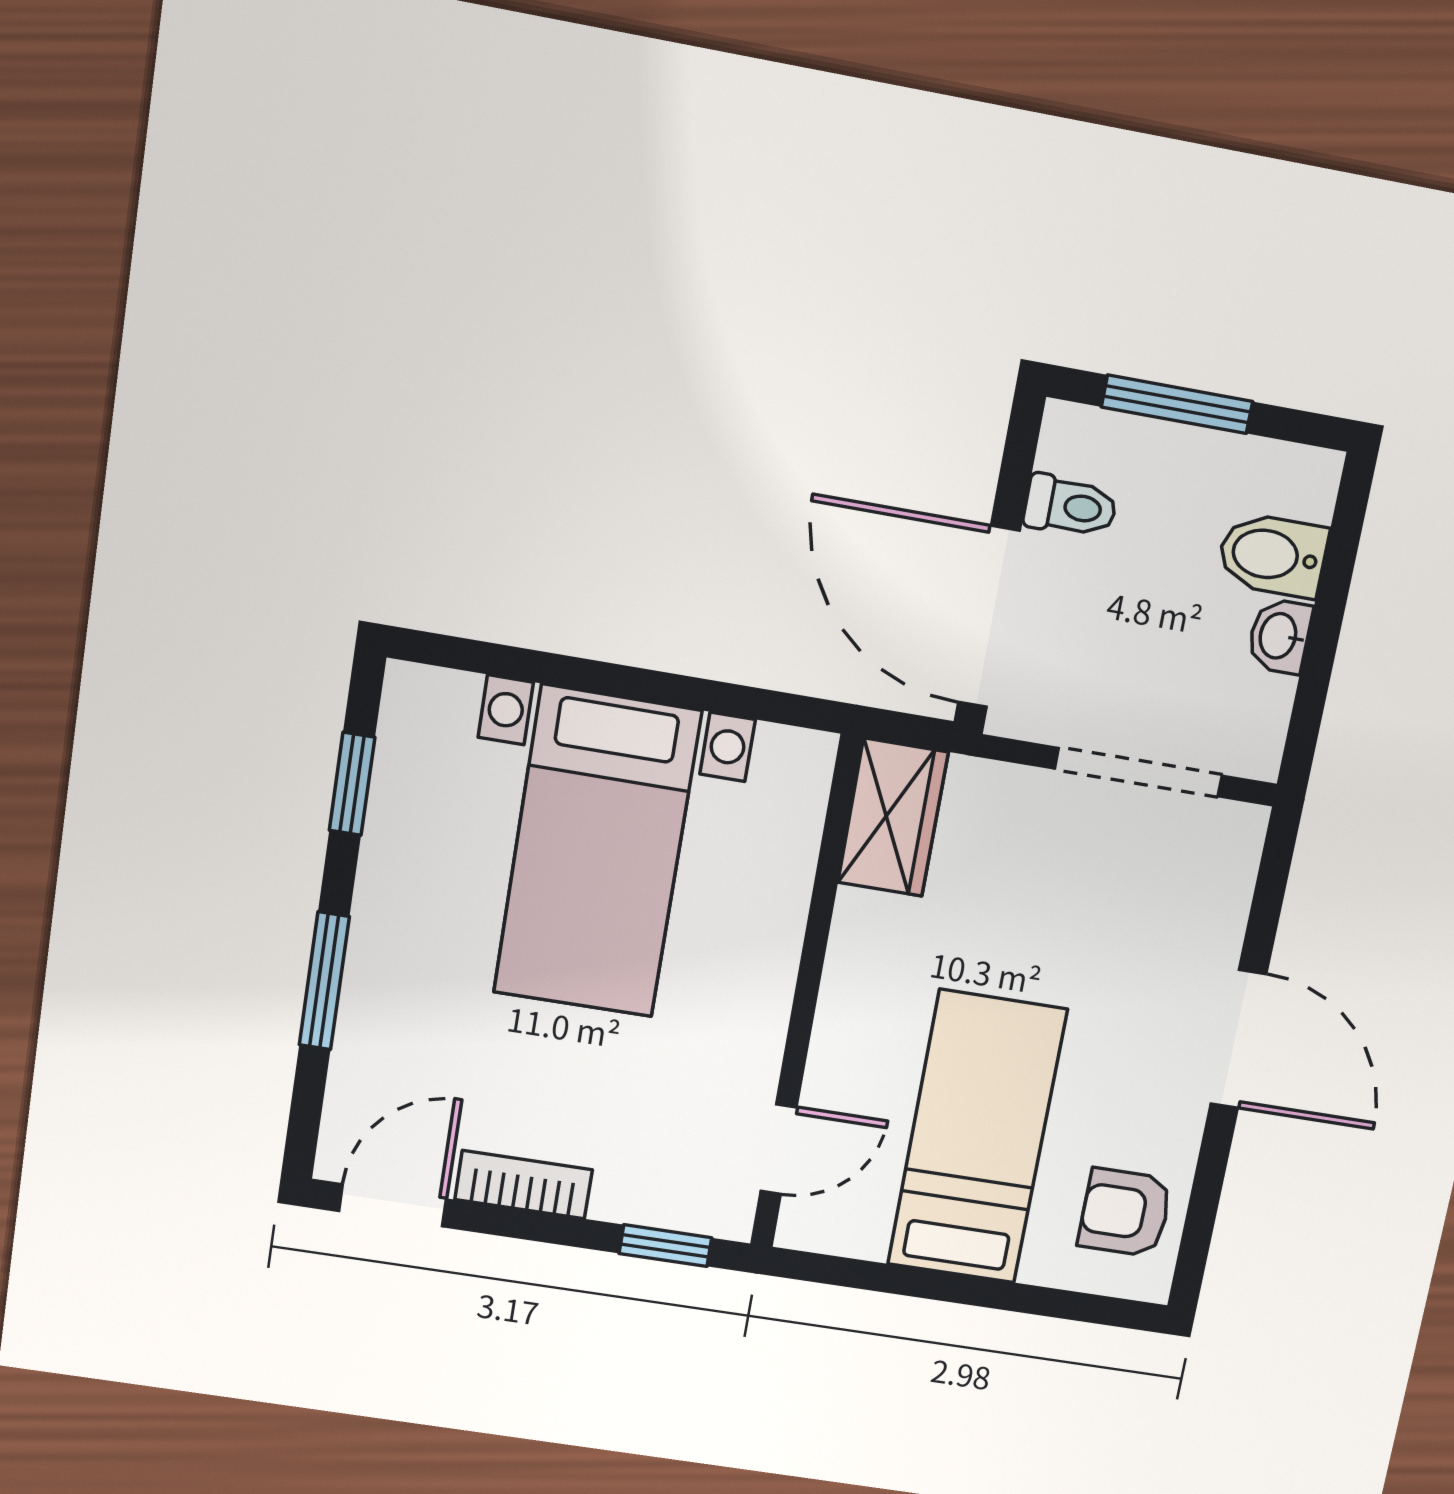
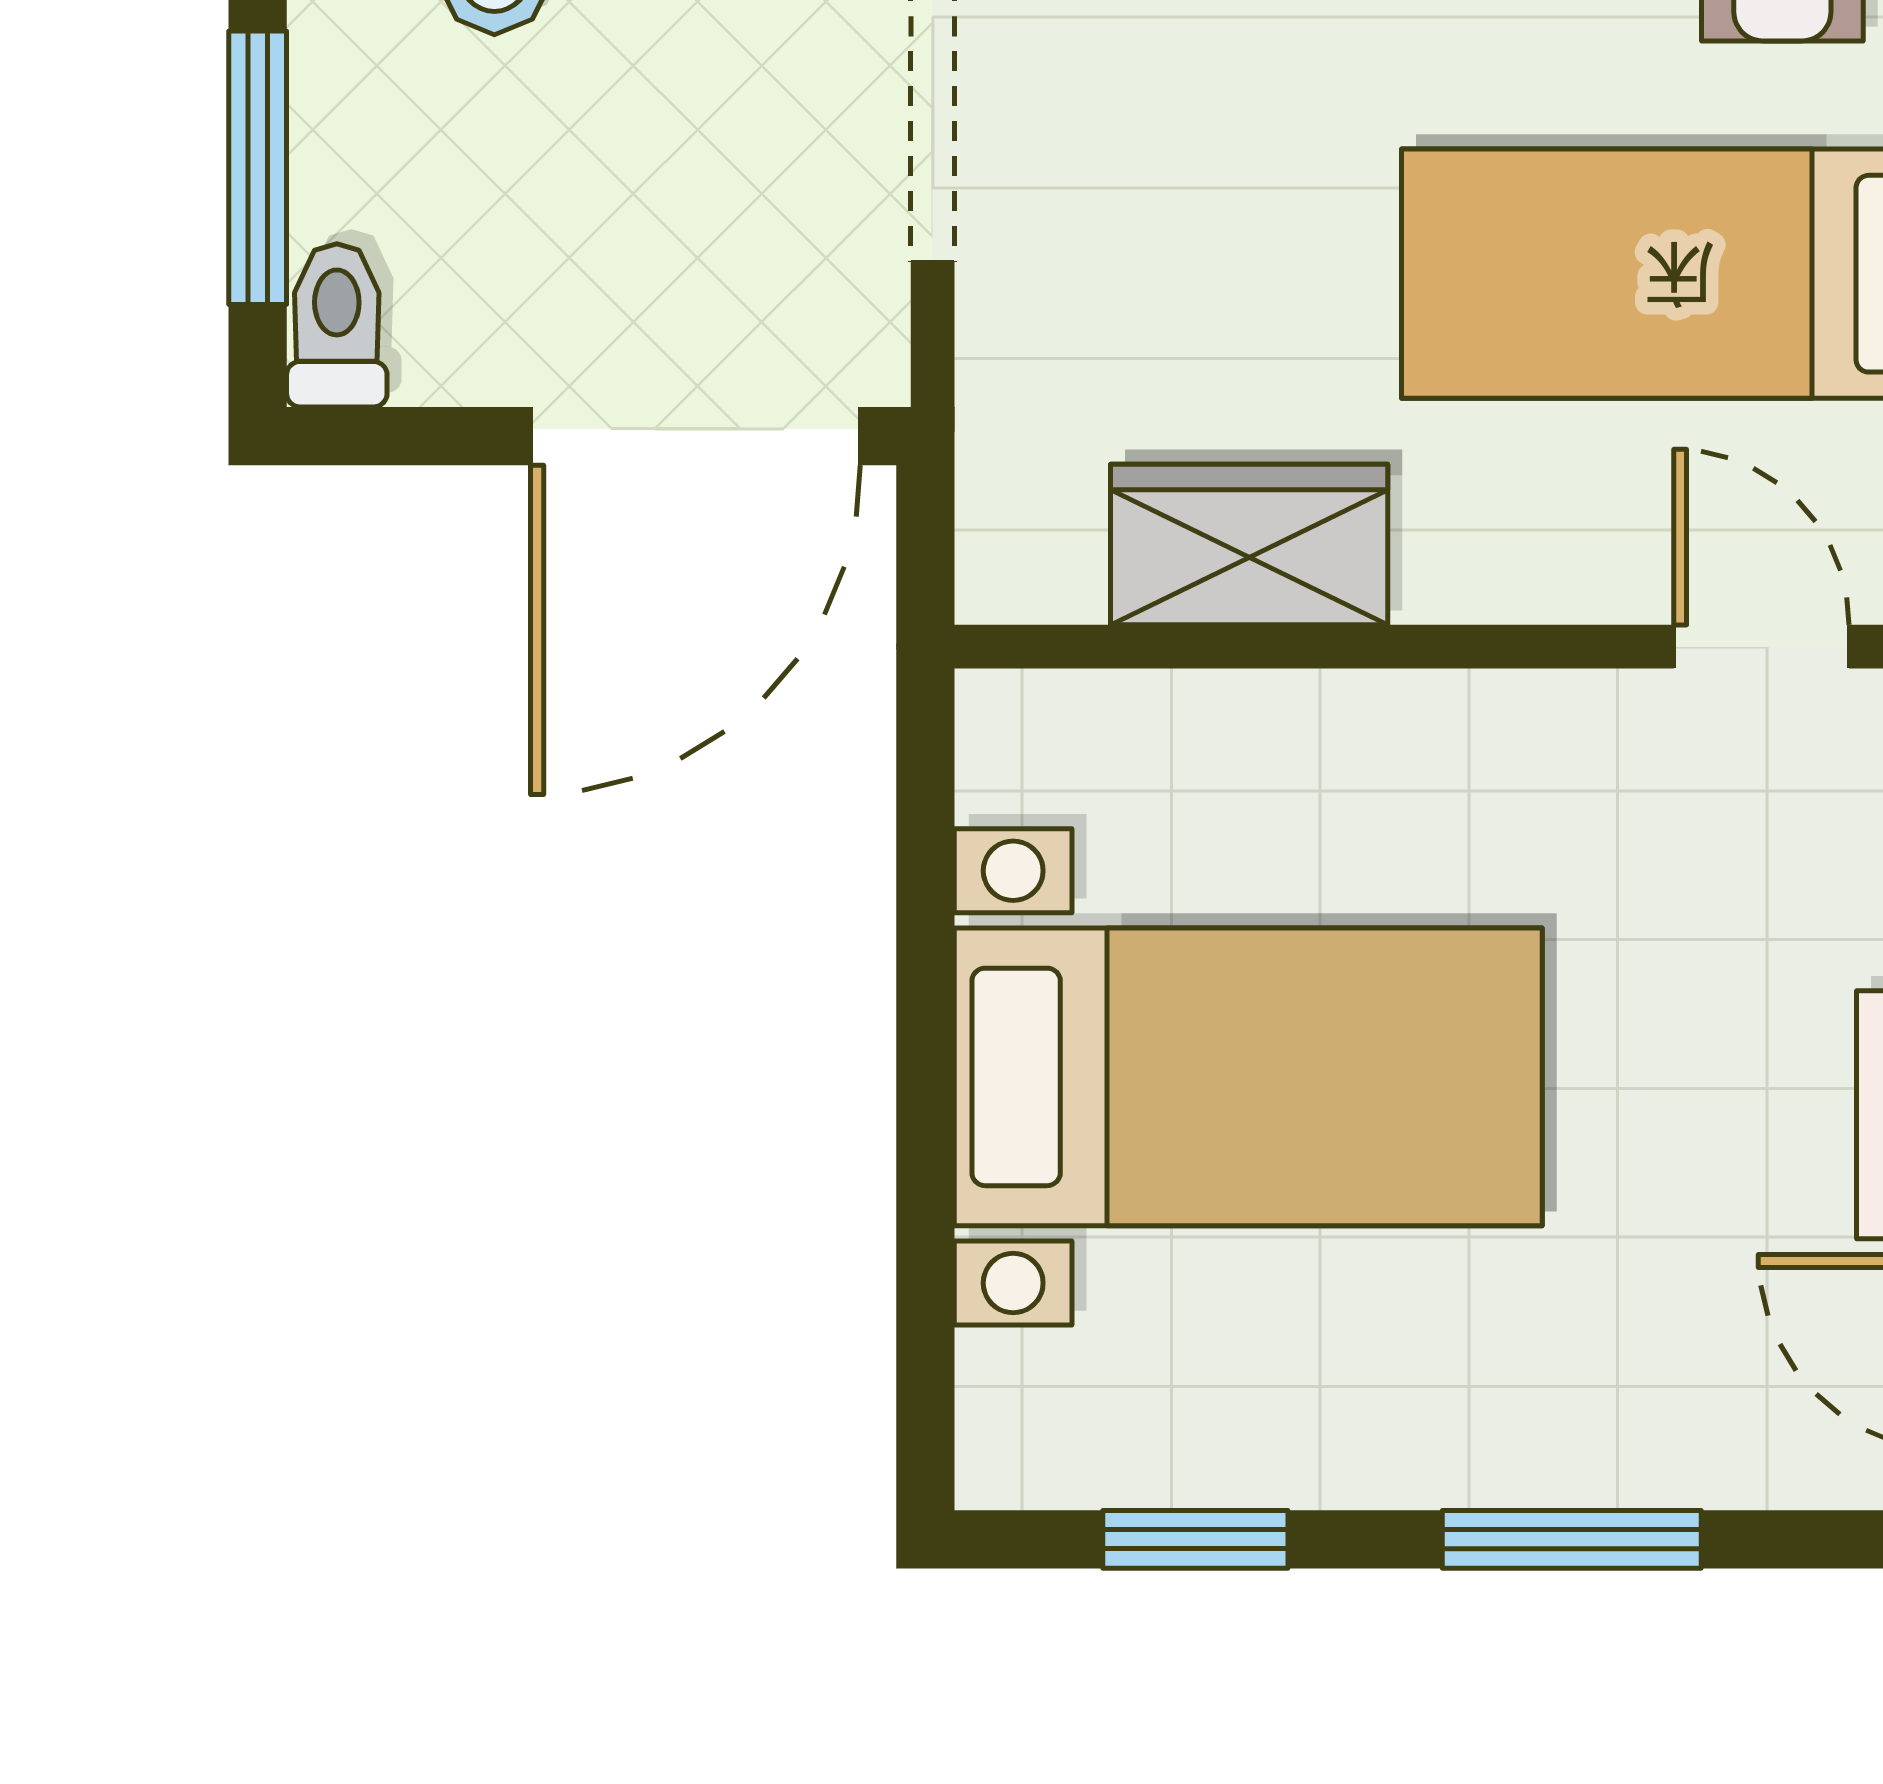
toilet: (1070, 506) -> (337, 325), moved
wardrobe: (893, 817) -> (1249, 544), moved

